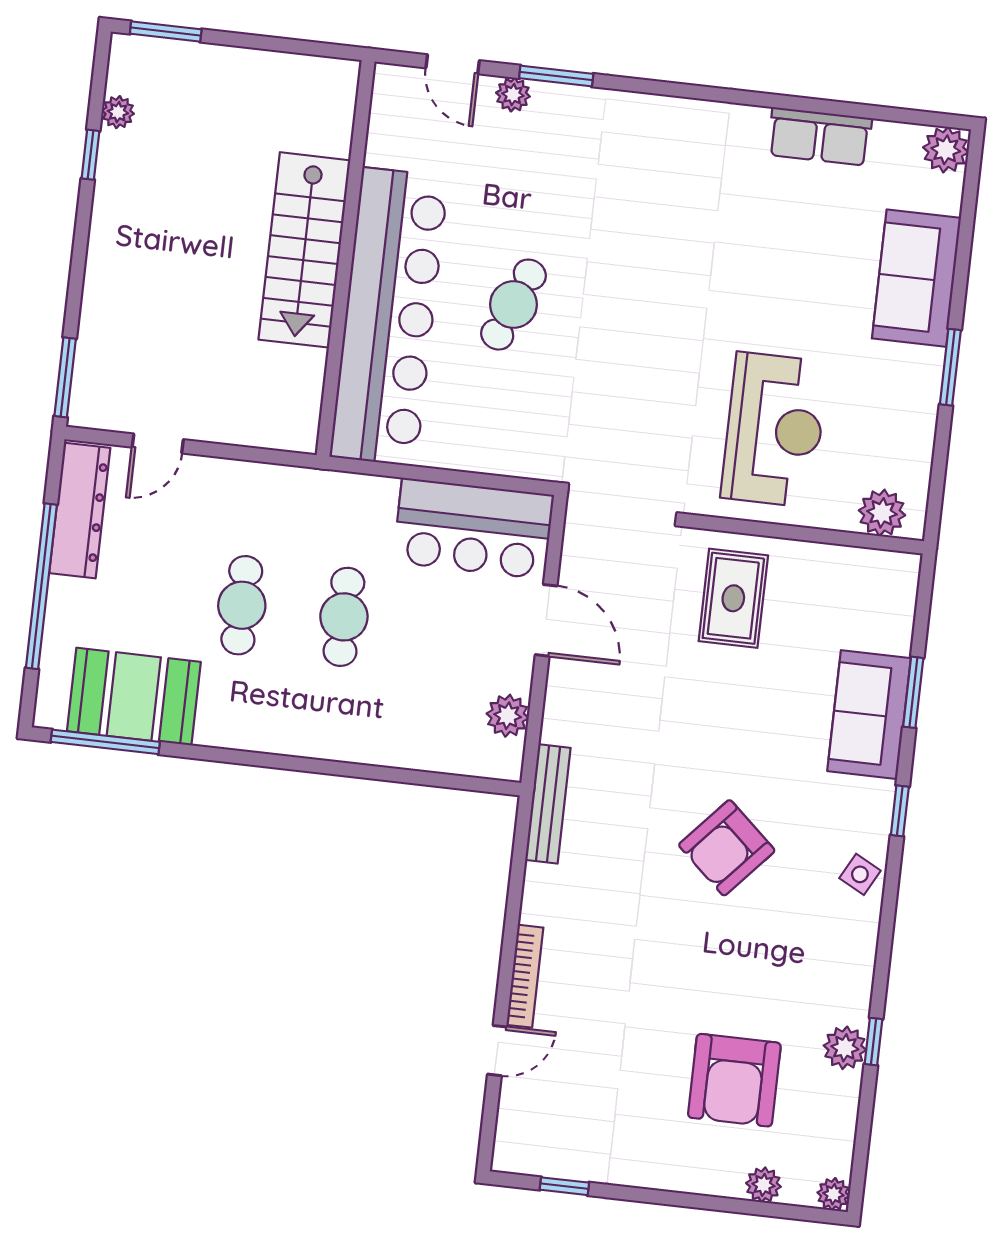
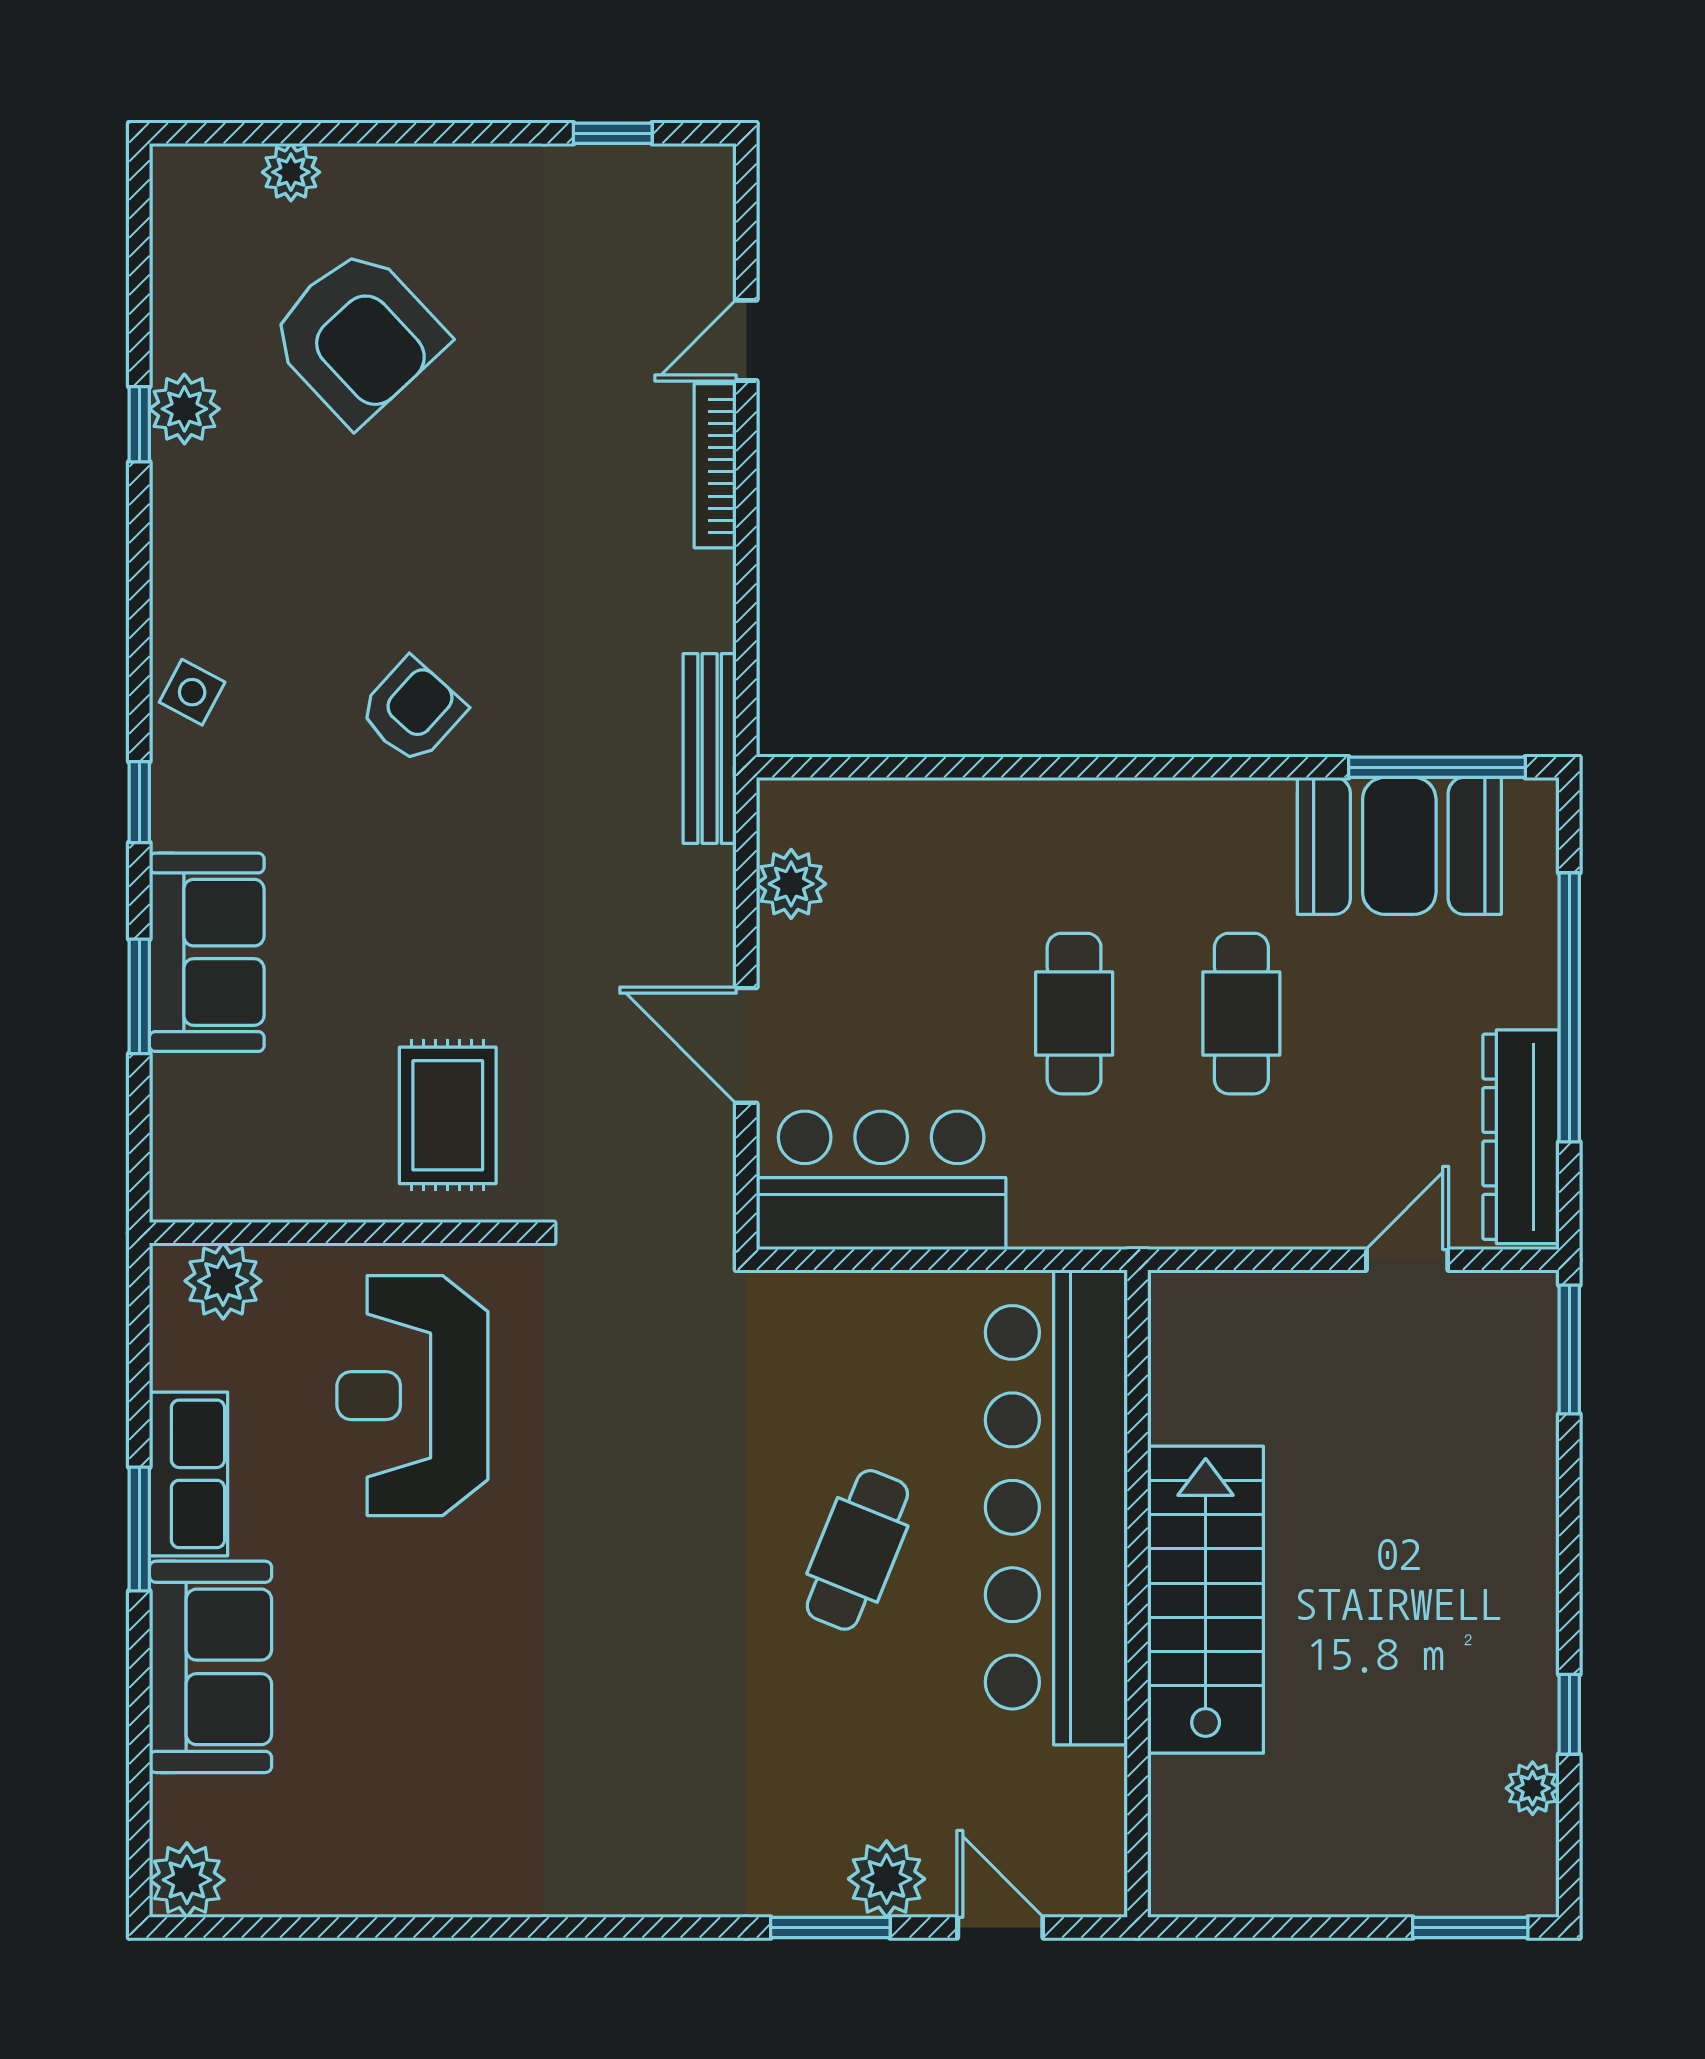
plant: (513, 95) -> (887, 1879), width x1.38, depth x1.38
row of seats: (820, 136) -> (189, 1474), moved, turned 90
armchair: (727, 848) -> (412, 711), width x0.72, depth x0.72
armchair: (734, 1080) -> (357, 336), turned 137
plant: (833, 1194) -> (176, 170), removed

